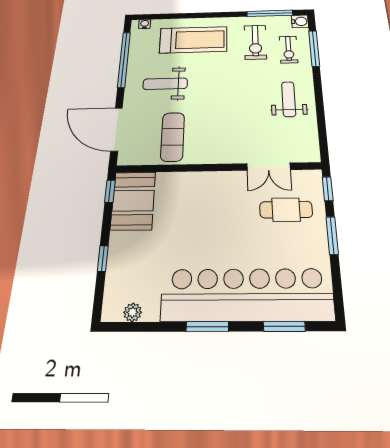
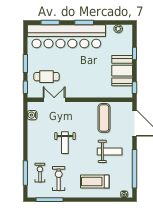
water cooler: (300, 21) -> (32, 115), moved
treadmill: (193, 40) -> (95, 181), width x0.73, depth x0.73
weight bench: (289, 99) -> (65, 143), moved
booth: (133, 201) -> (122, 71), moved

